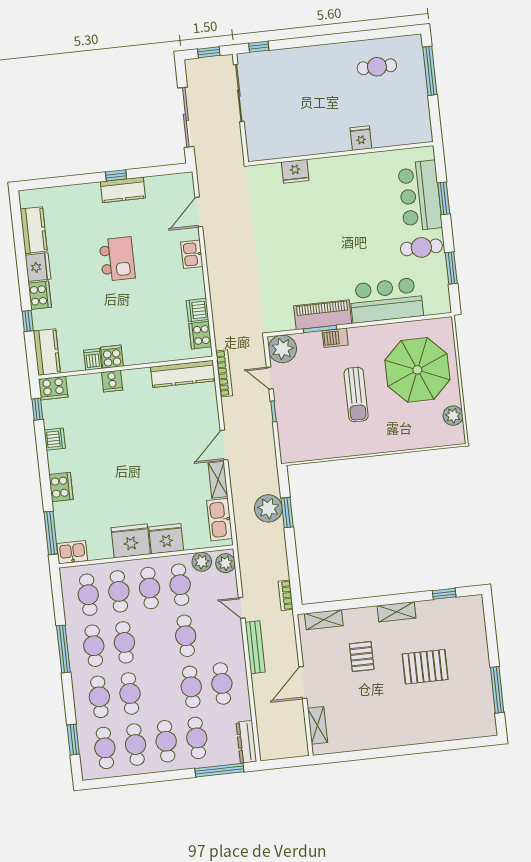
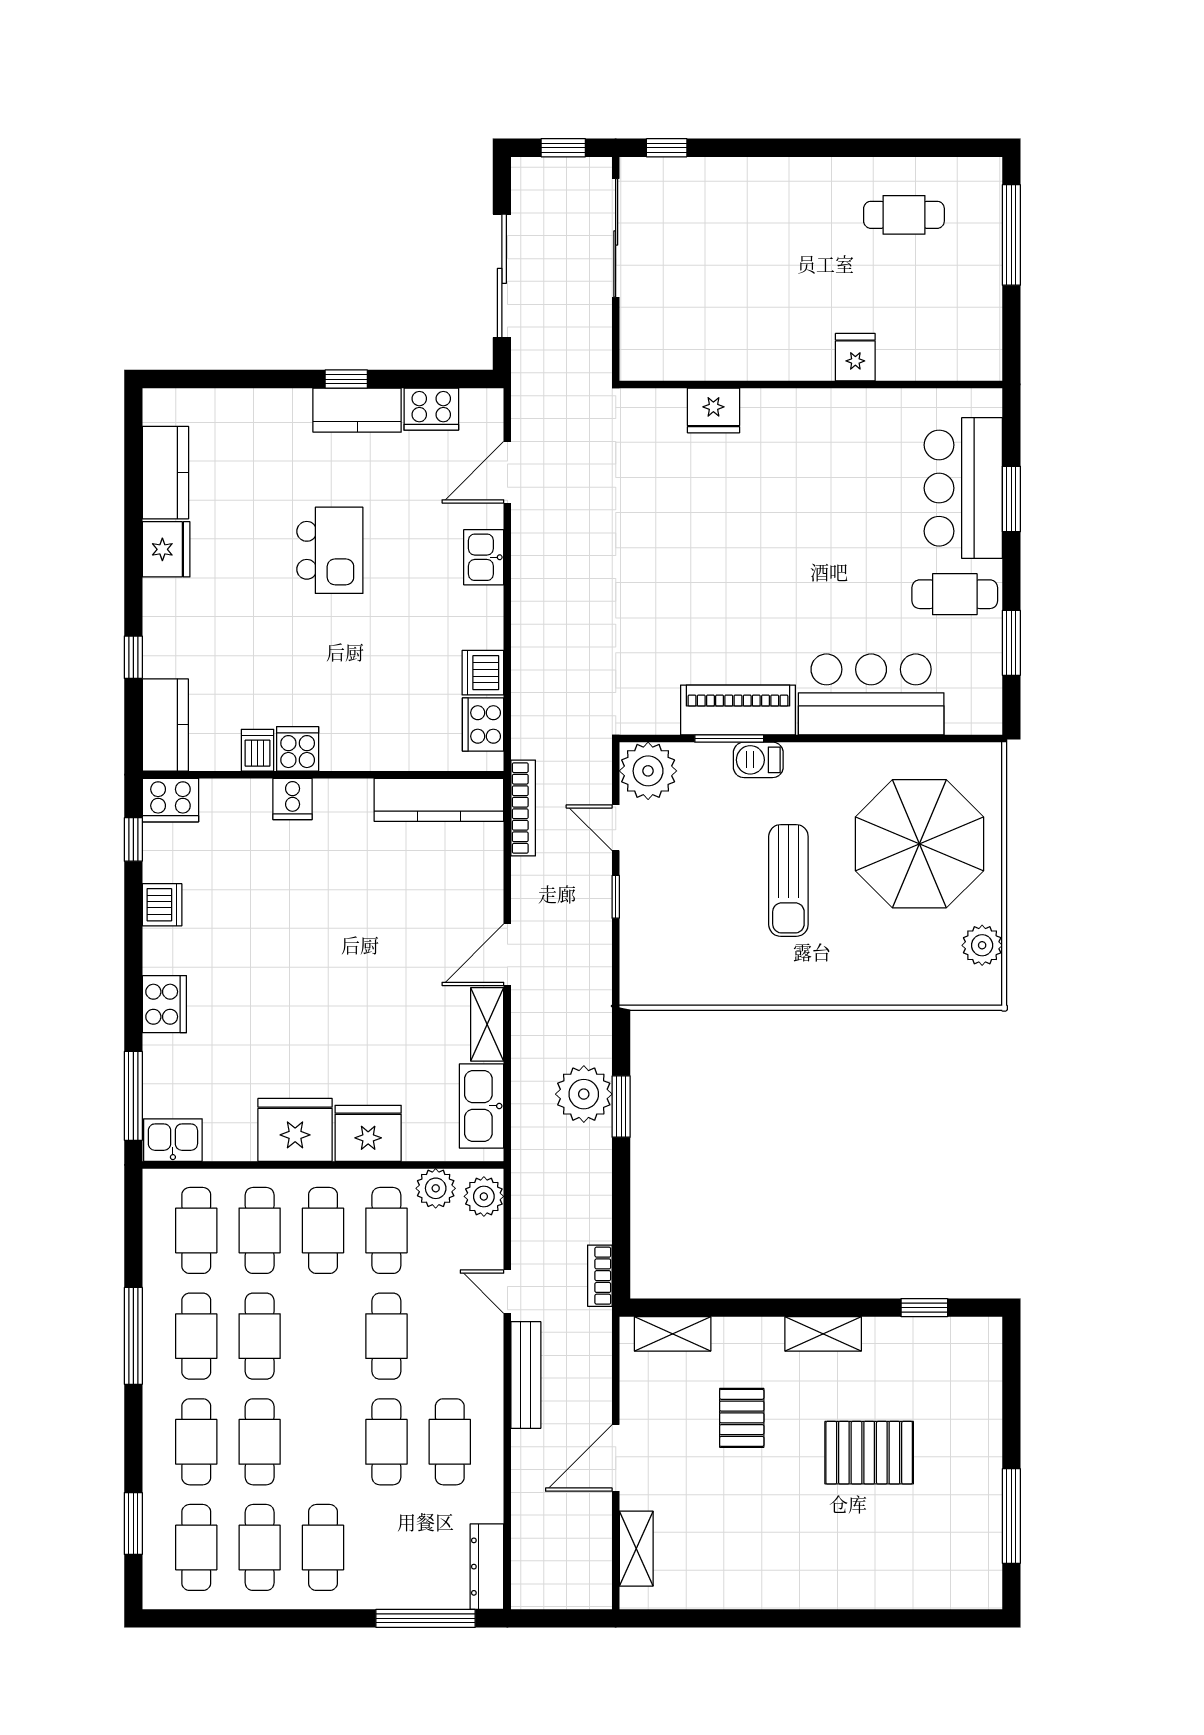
cooker: (40, 295) -> (431, 409), moved, turned 90
cafe table: (197, 738) -> (386, 1547), removed

